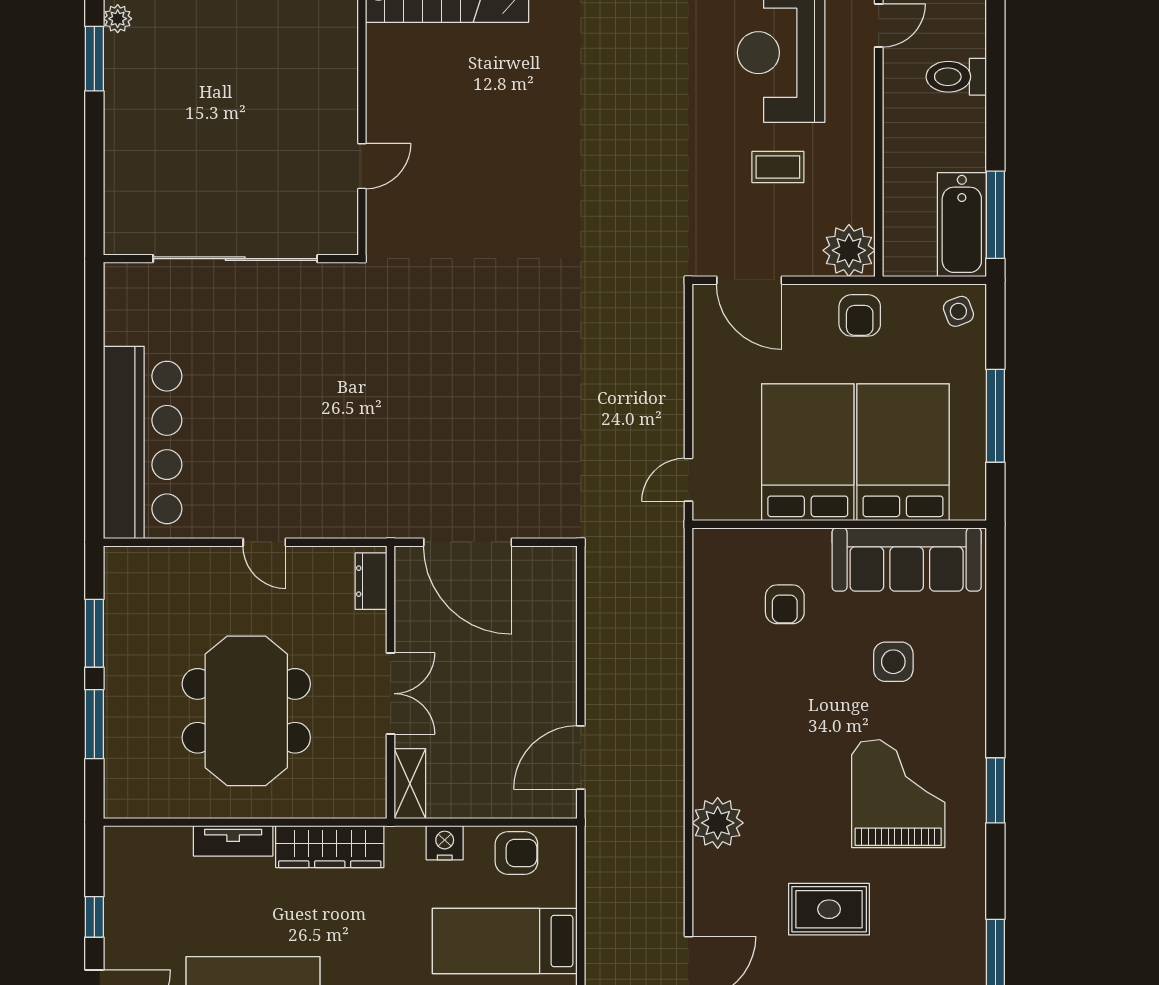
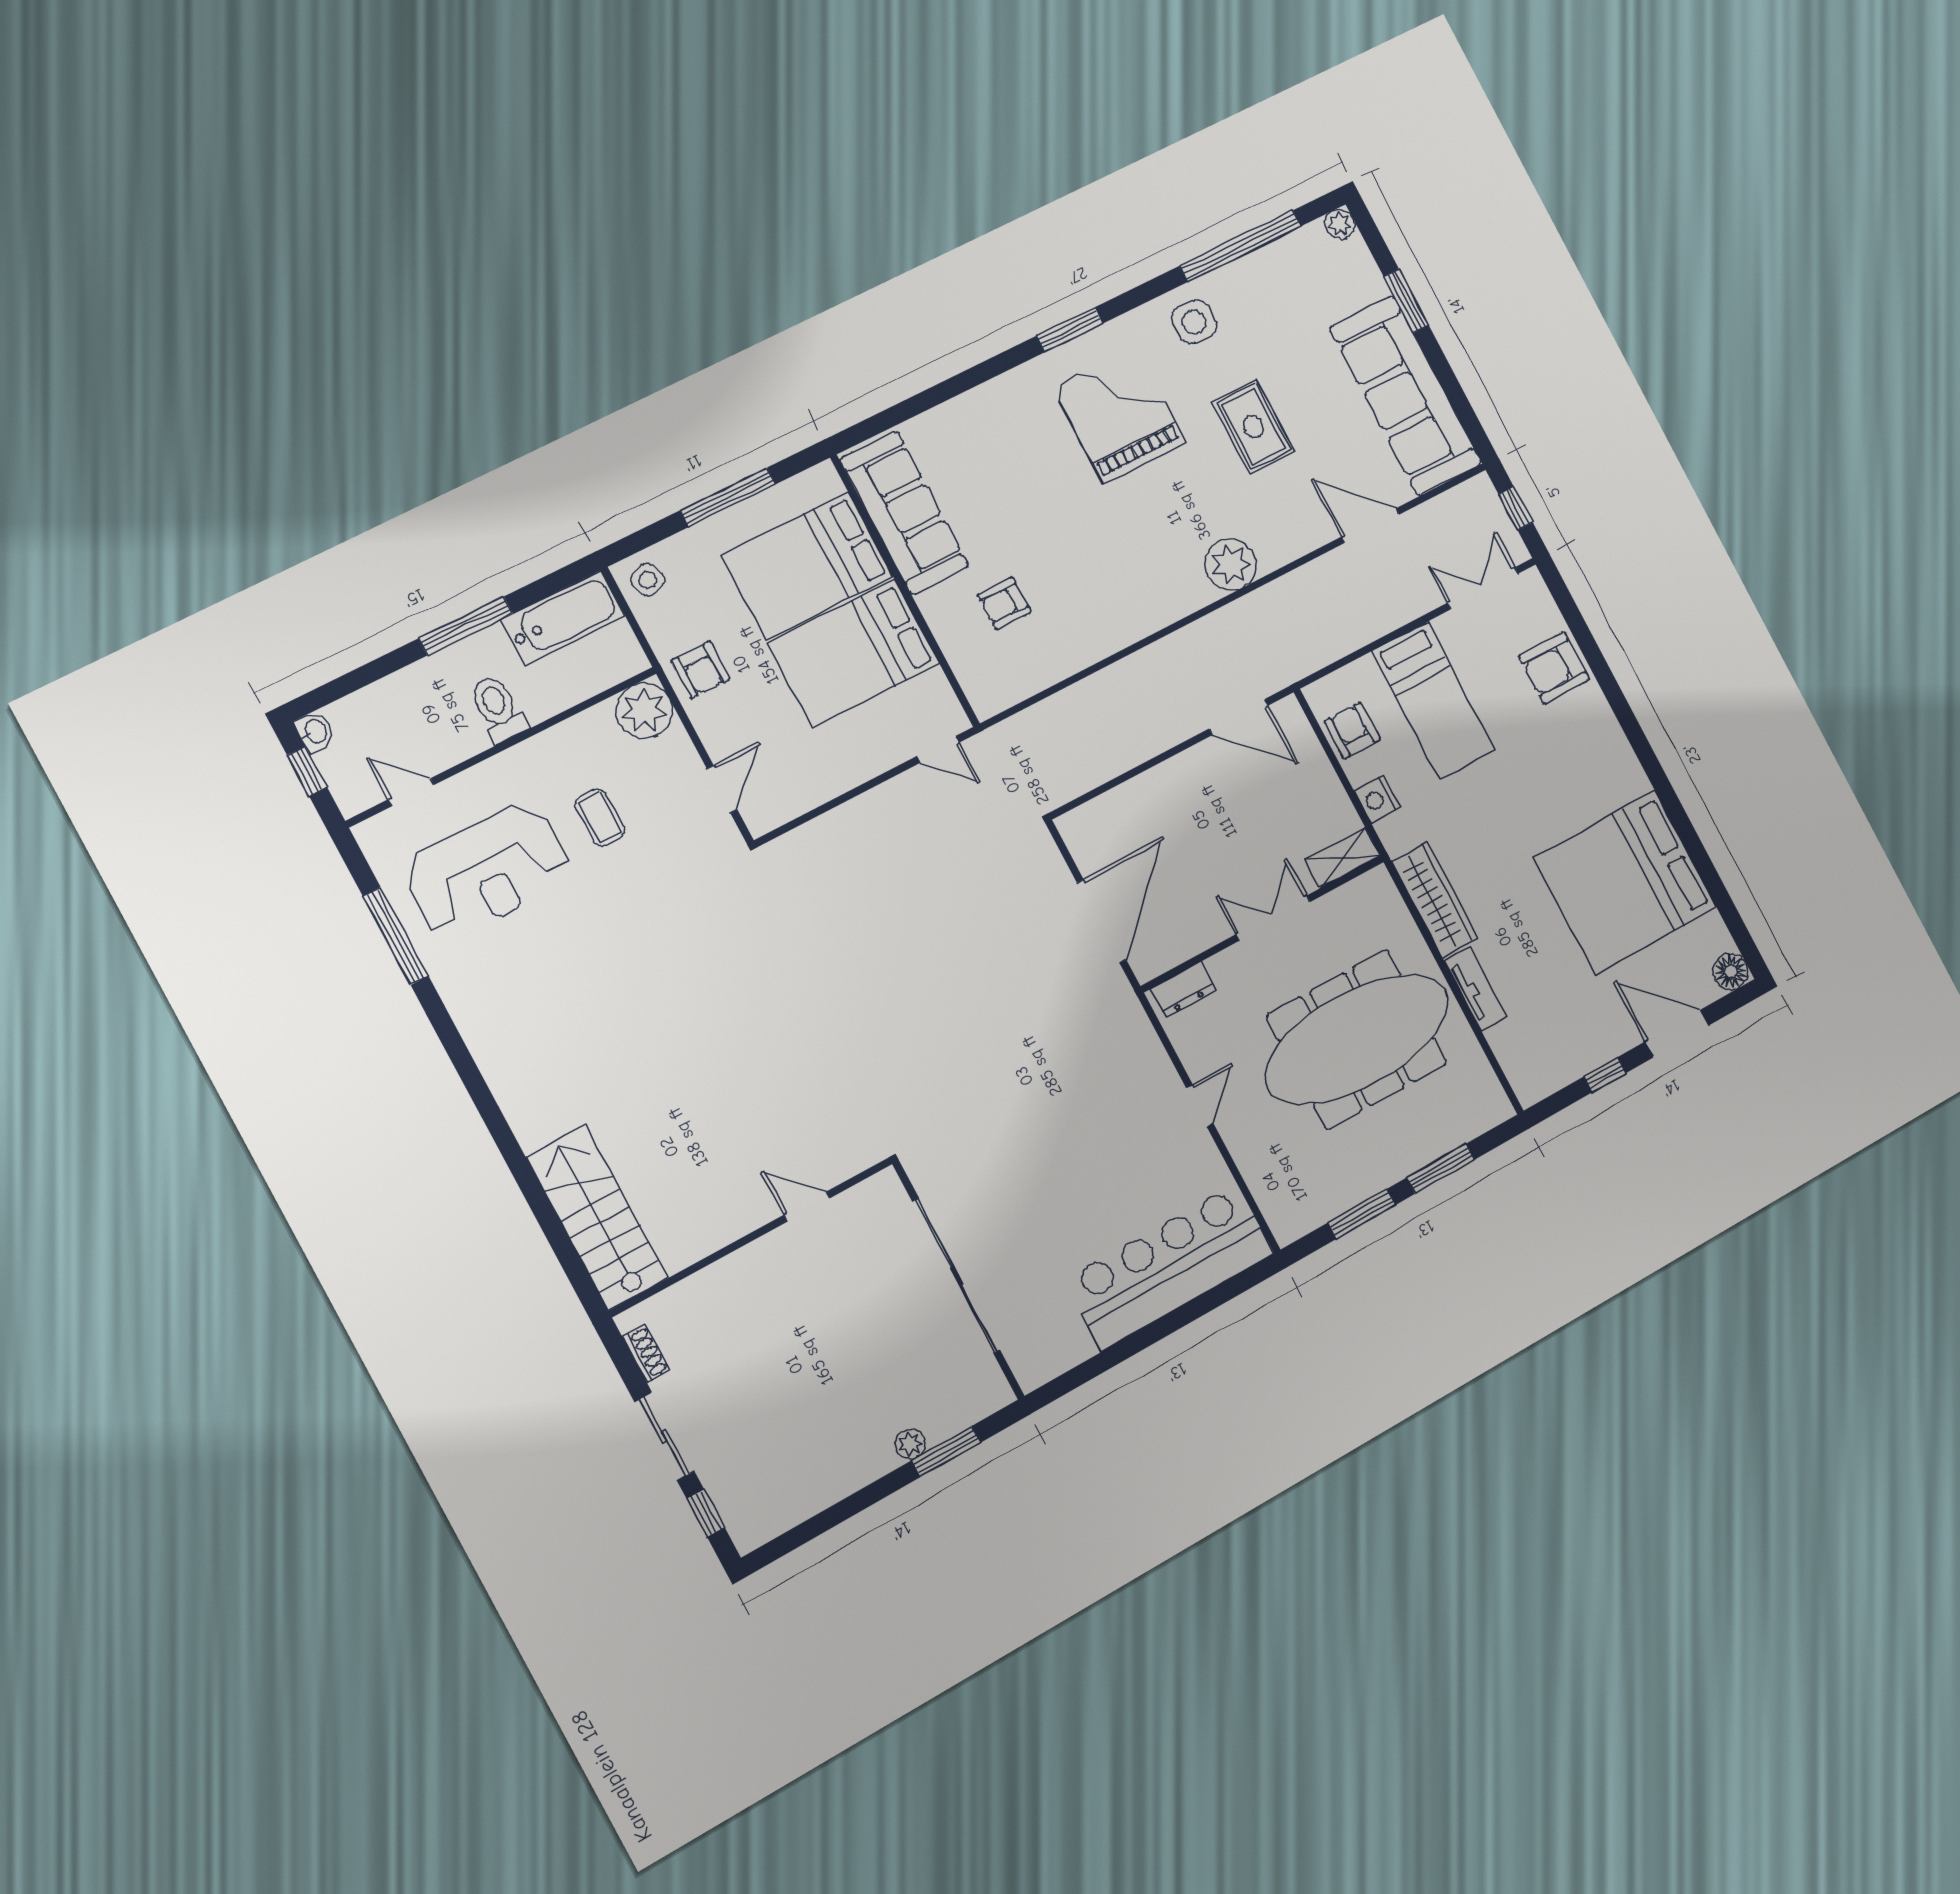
plant: (118, 19) -> (910, 1444), moved
window: (94, 59) -> (946, 1451), moved
toilet: (956, 77) -> (498, 709), moved, turned 180
window: (995, 215) -> (466, 626), moved
door: (749, 280) -> (722, 789), width x0.73
armchair: (860, 315) -> (700, 670), turned 90
armchair: (785, 604) -> (1004, 603), turned 180
side table: (893, 662) -> (1194, 322), moved
meeting table: (246, 711) -> (1357, 1039), width x1.36
grand piano: (898, 794) -> (1119, 415), turned 90

